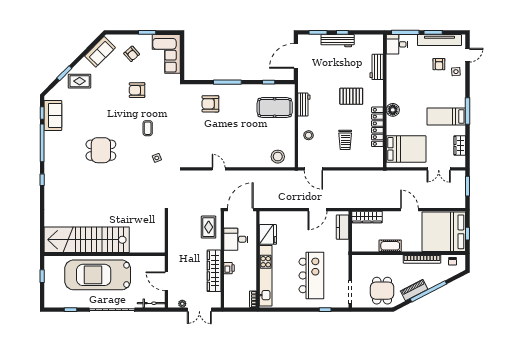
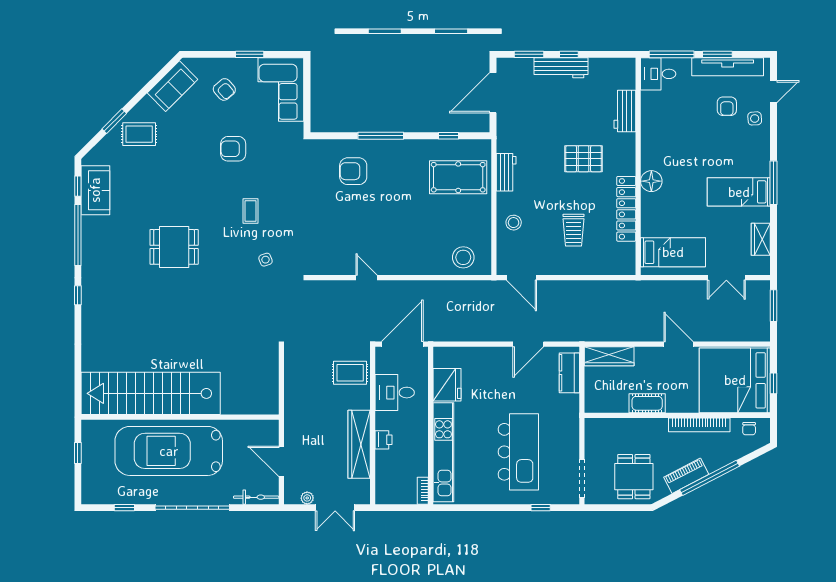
bed: (406, 149) -> (673, 252), width x0.67
rug: (209, 227) -> (350, 373), turned 90

